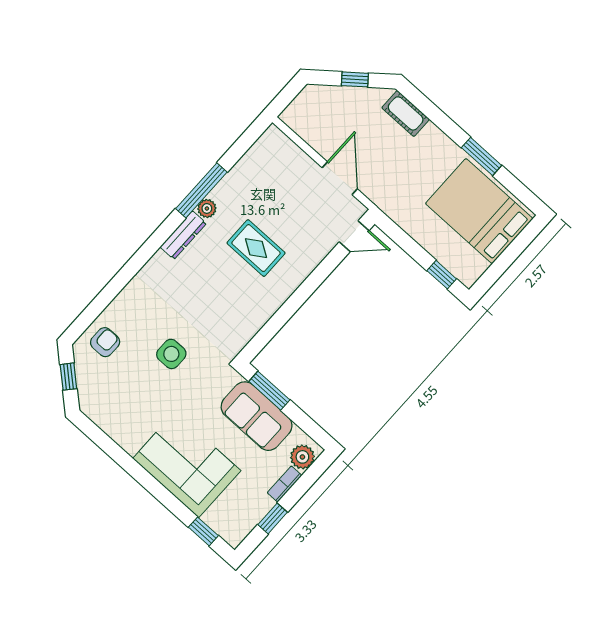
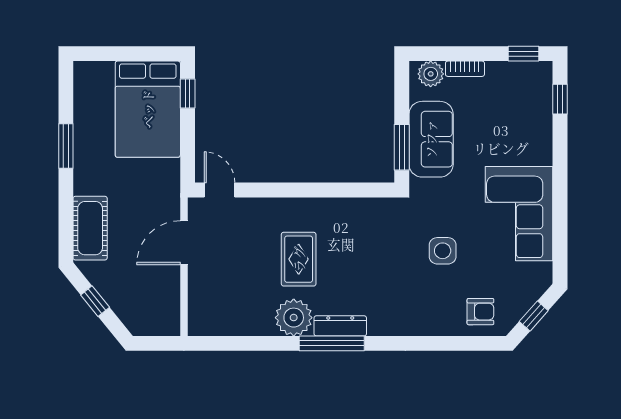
cot: (406, 113) -> (90, 228), width x1.37, depth x1.34
window: (201, 190) -> (332, 343), moved
plant: (207, 208) -> (294, 318), width x1.88, depth x1.88
bed: (479, 211) -> (148, 109), moved
armchair: (105, 342) -> (480, 312), turned 180
corner sofa: (187, 465) -> (519, 214), moved
window: (273, 518) -> (523, 54), moved

